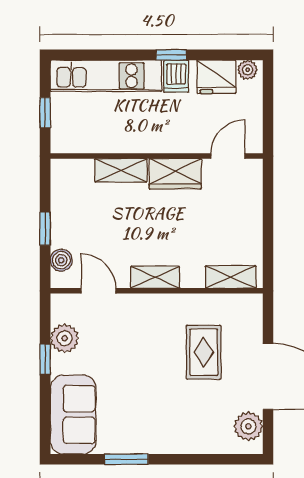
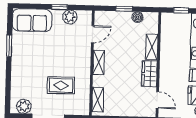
boiler: (61, 260) -> (138, 17), moved

